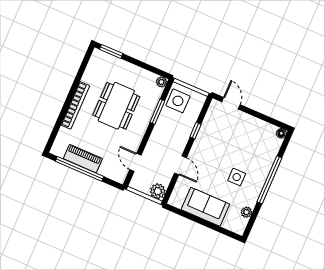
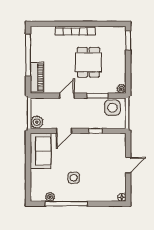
door: (231, 103) -> (128, 165), moved
dining table: (116, 106) -> (88, 62), width x0.73
piano: (83, 159) -> (37, 77), moved
door: (135, 162) -> (67, 96), moved
window: (269, 180) -> (66, 204), moved
sofa: (205, 207) -> (41, 151), moved

